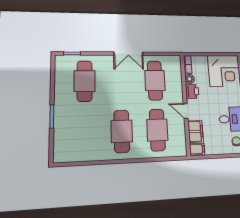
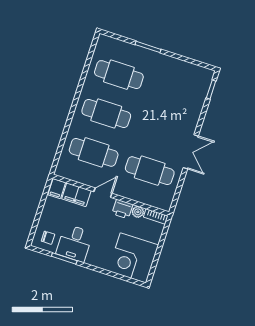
double door: (128, 54) -> (191, 152), swing flipped
cafe table: (85, 81) -> (119, 75), moved

